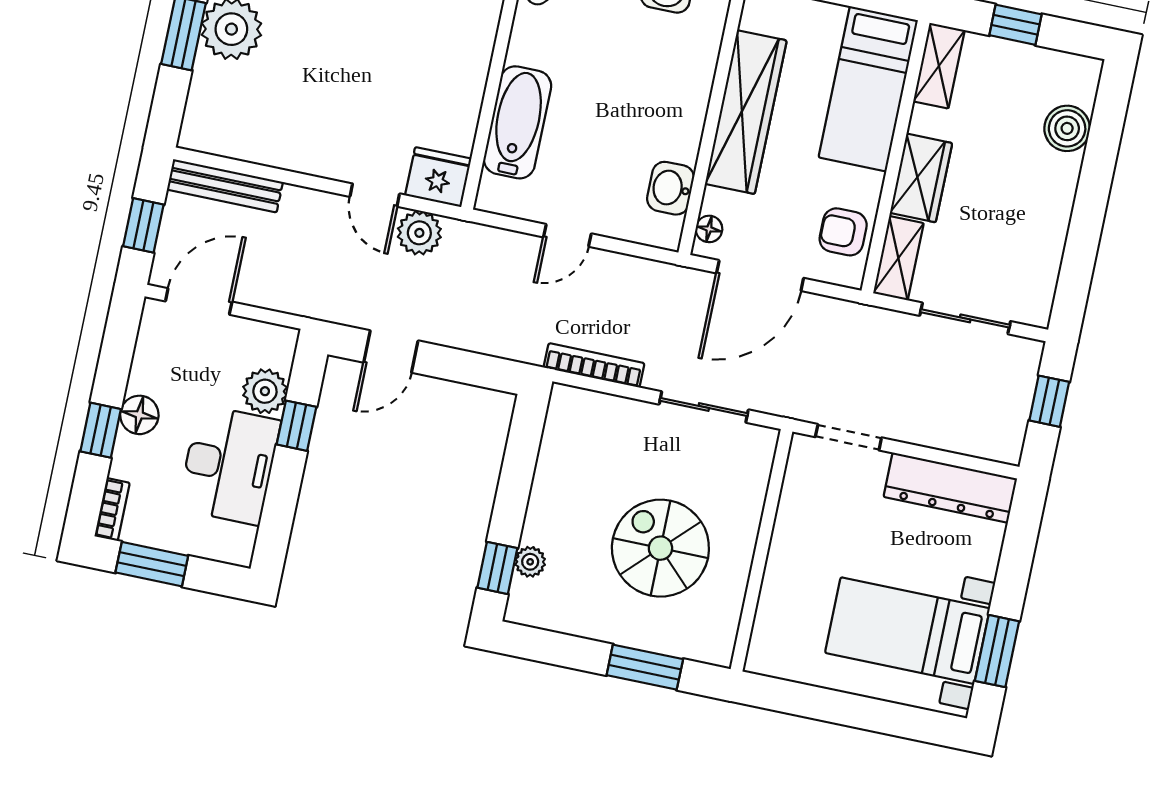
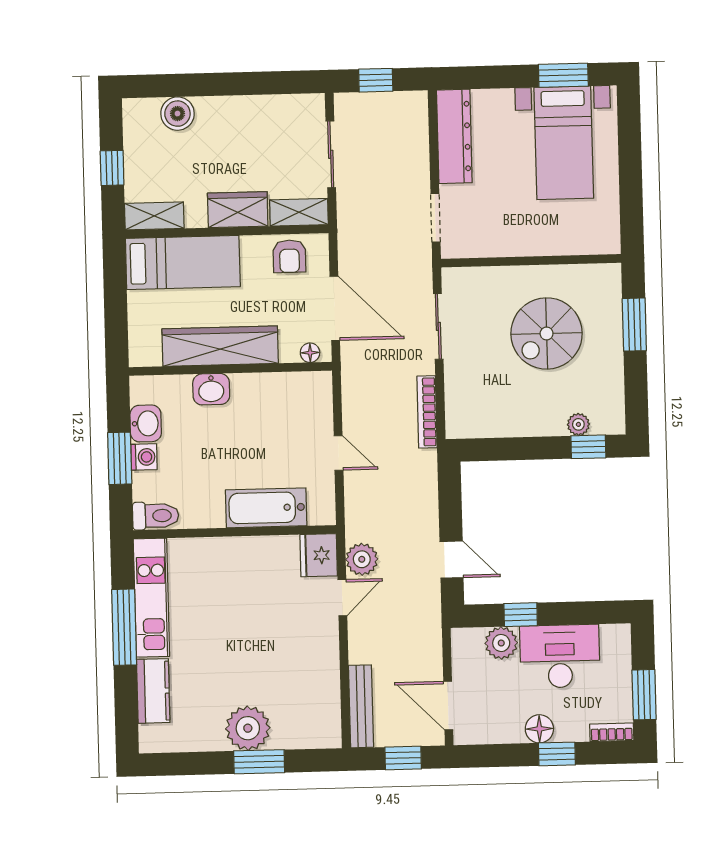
washbasin: (670, 188) -> (211, 389), moved

